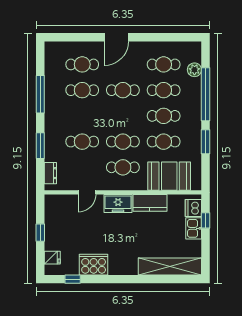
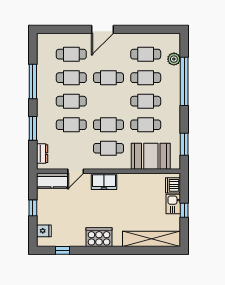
cafe table: (82, 116) -> (71, 101), added
window: (206, 142) -> (184, 144), moved
kitchen counter: (150, 203) -> (52, 181), moved
window: (206, 220) -> (184, 210), moved
cooker: (94, 265) -> (99, 237), moved

